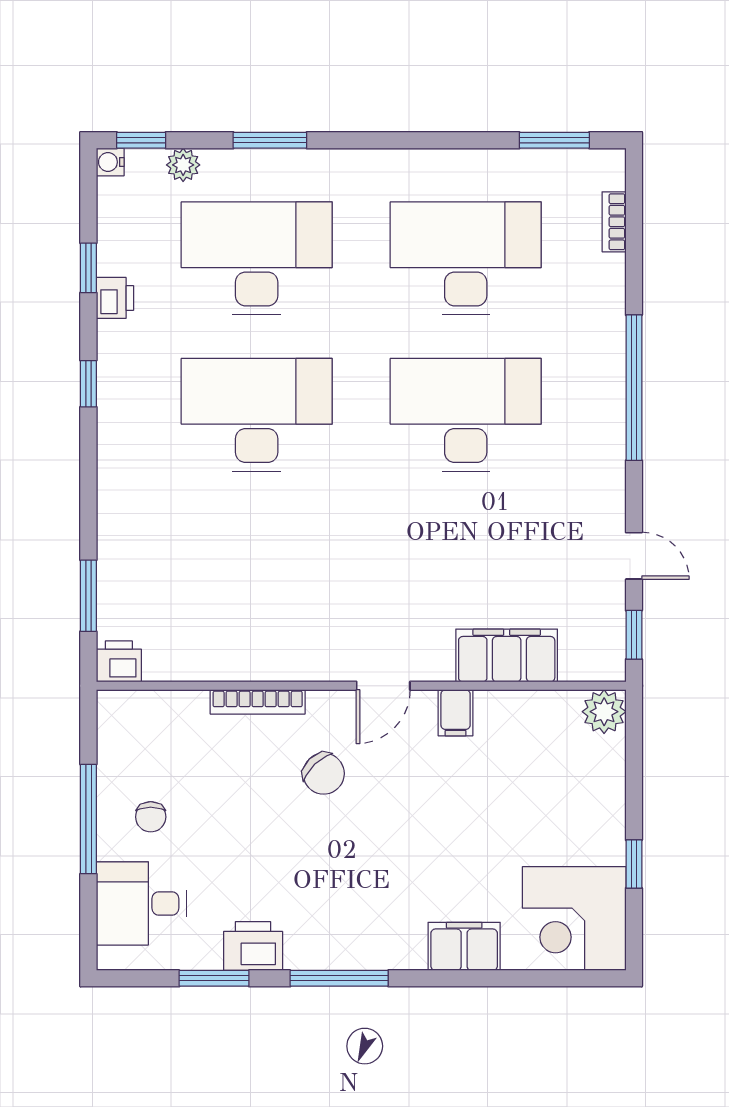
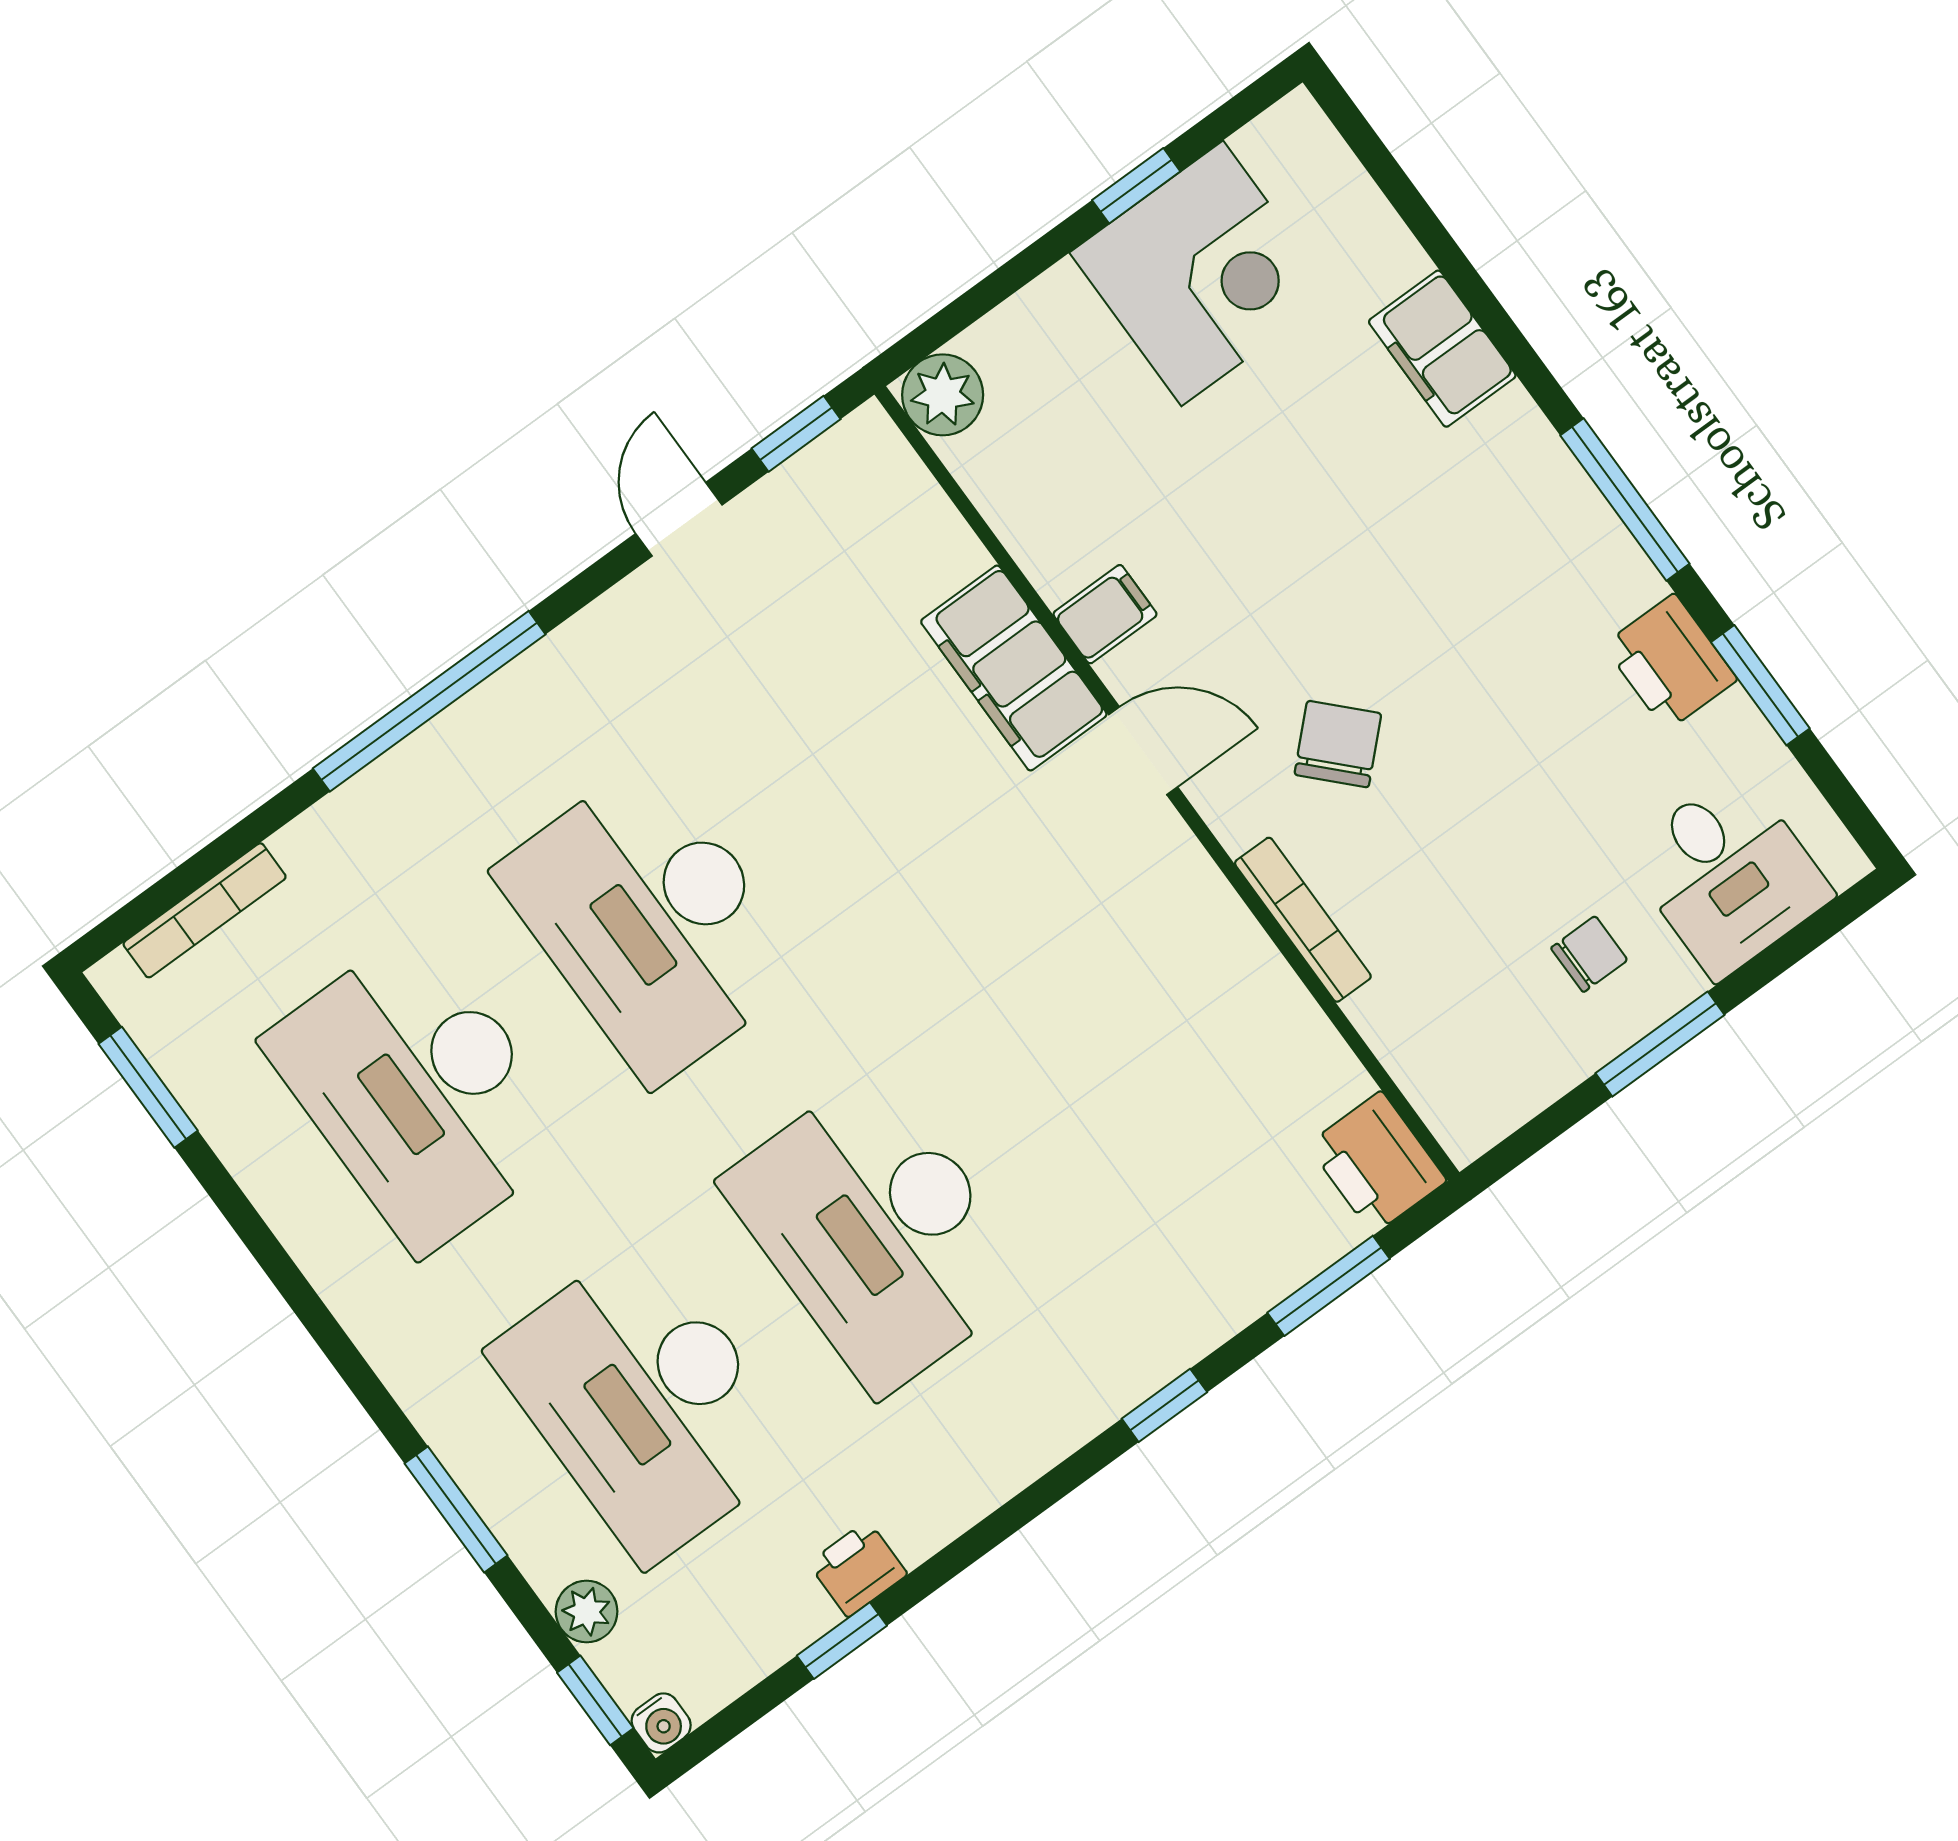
bookcase: (614, 222) -> (205, 910), width x1.56
window: (88, 384) -> (1164, 1405), moved
filing cabinet: (507, 655) -> (1014, 668), moved
printer: (119, 661) -> (1377, 1163), width x1.36, depth x1.24
window: (88, 819) -> (1660, 1044), width x0.69
corner desk: (574, 919) -> (1202, 273), moved

